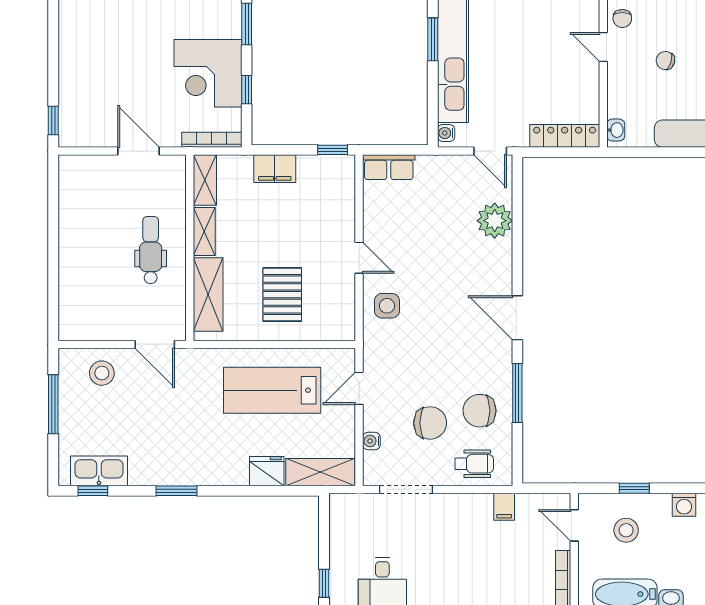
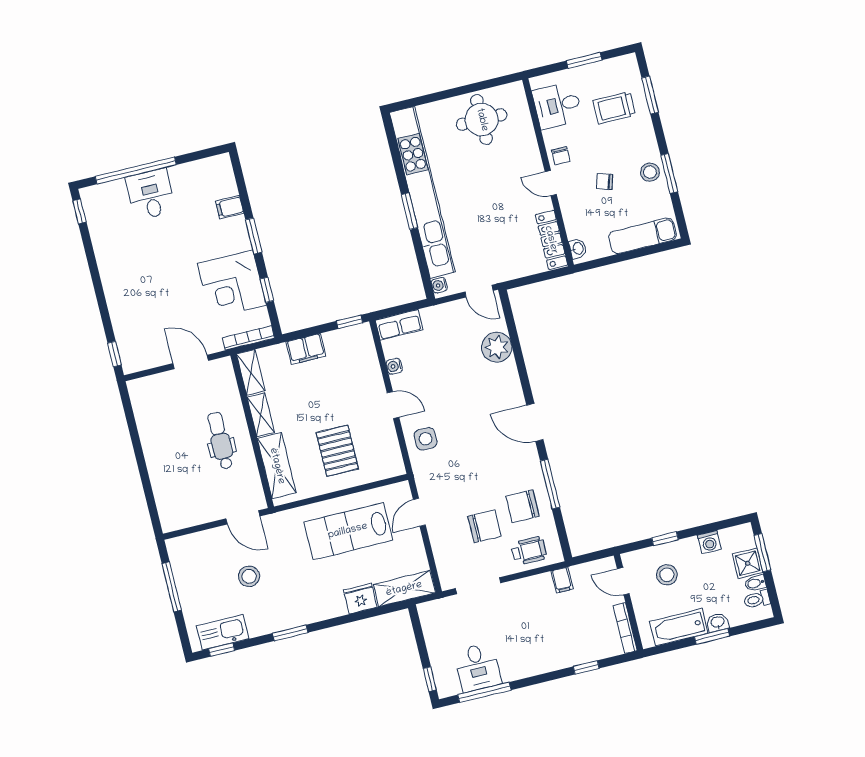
locker: (565, 136) -> (551, 240), moved, turned -90
stool: (102, 373) -> (249, 576), moved
water cooler: (371, 441) -> (394, 366), moved

